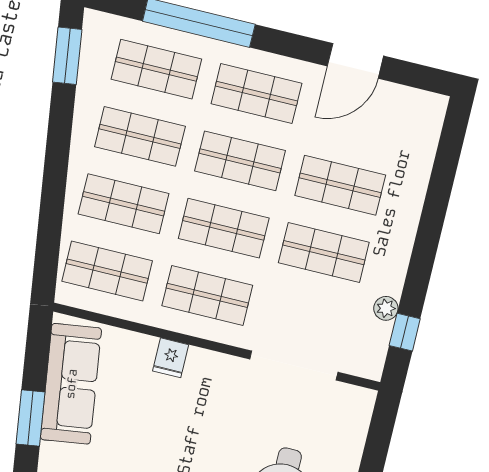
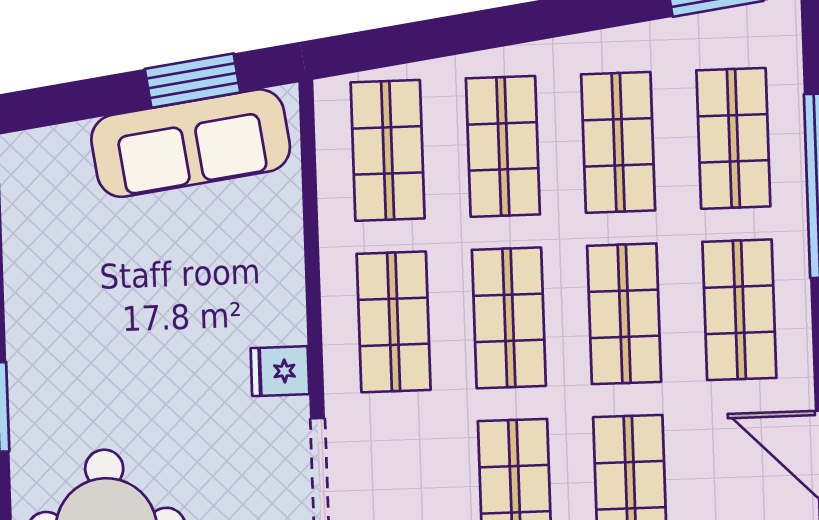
fridge: (171, 358) -> (280, 371), moved
window: (30, 418) -> (193, 81), moved

